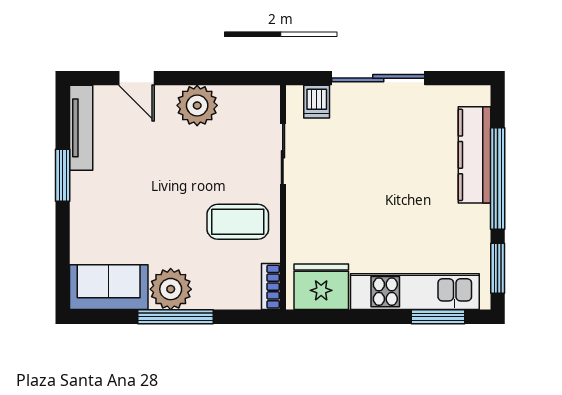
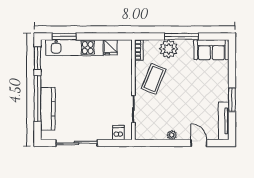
sliding door: (378, 78) -> (76, 143), moved
plant: (197, 105) -> (172, 135), width x0.53, depth x0.53
coffee table: (238, 222) -> (154, 79), turned -68
fridge: (321, 287) -> (111, 47), width x0.53, depth x0.75
plant: (171, 289) -> (169, 49), moved

